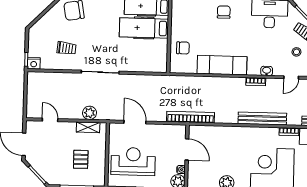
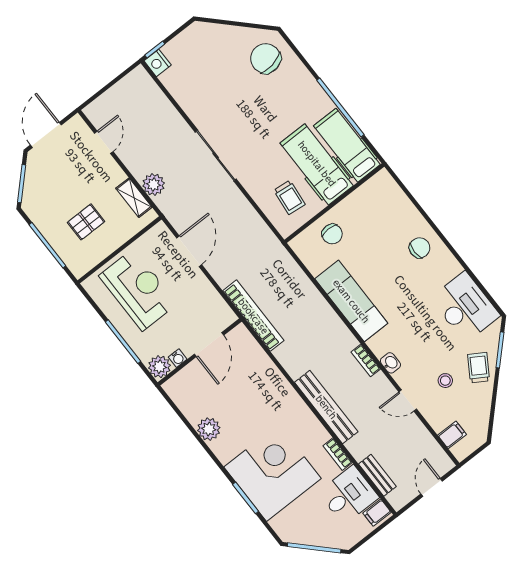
trolley: (66, 48) -> (289, 197), moved

